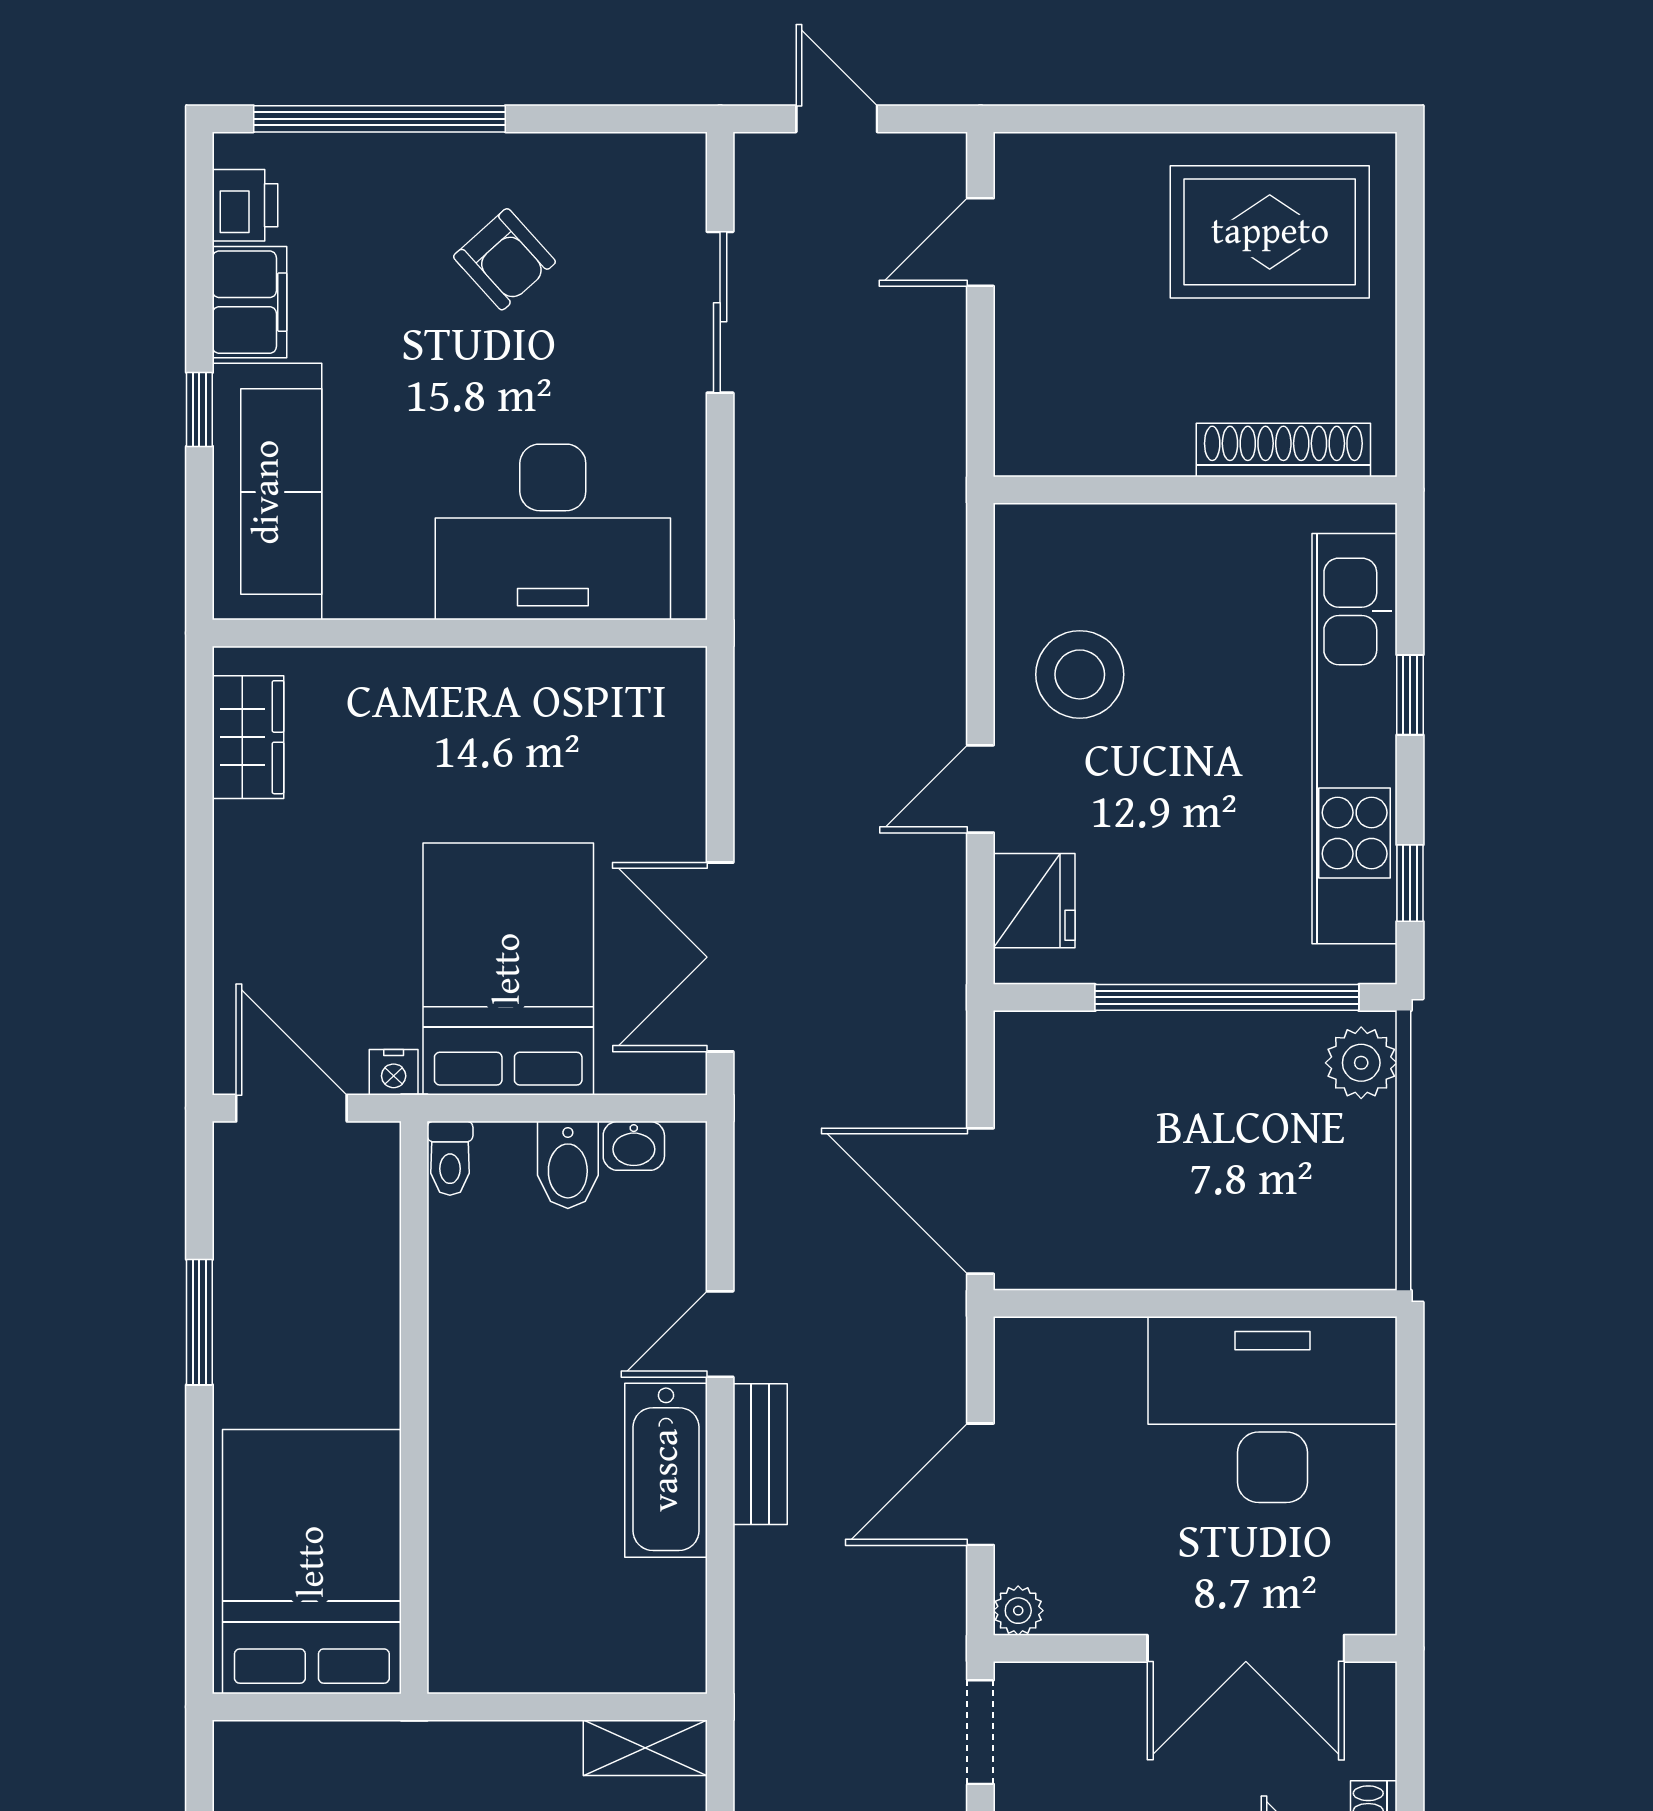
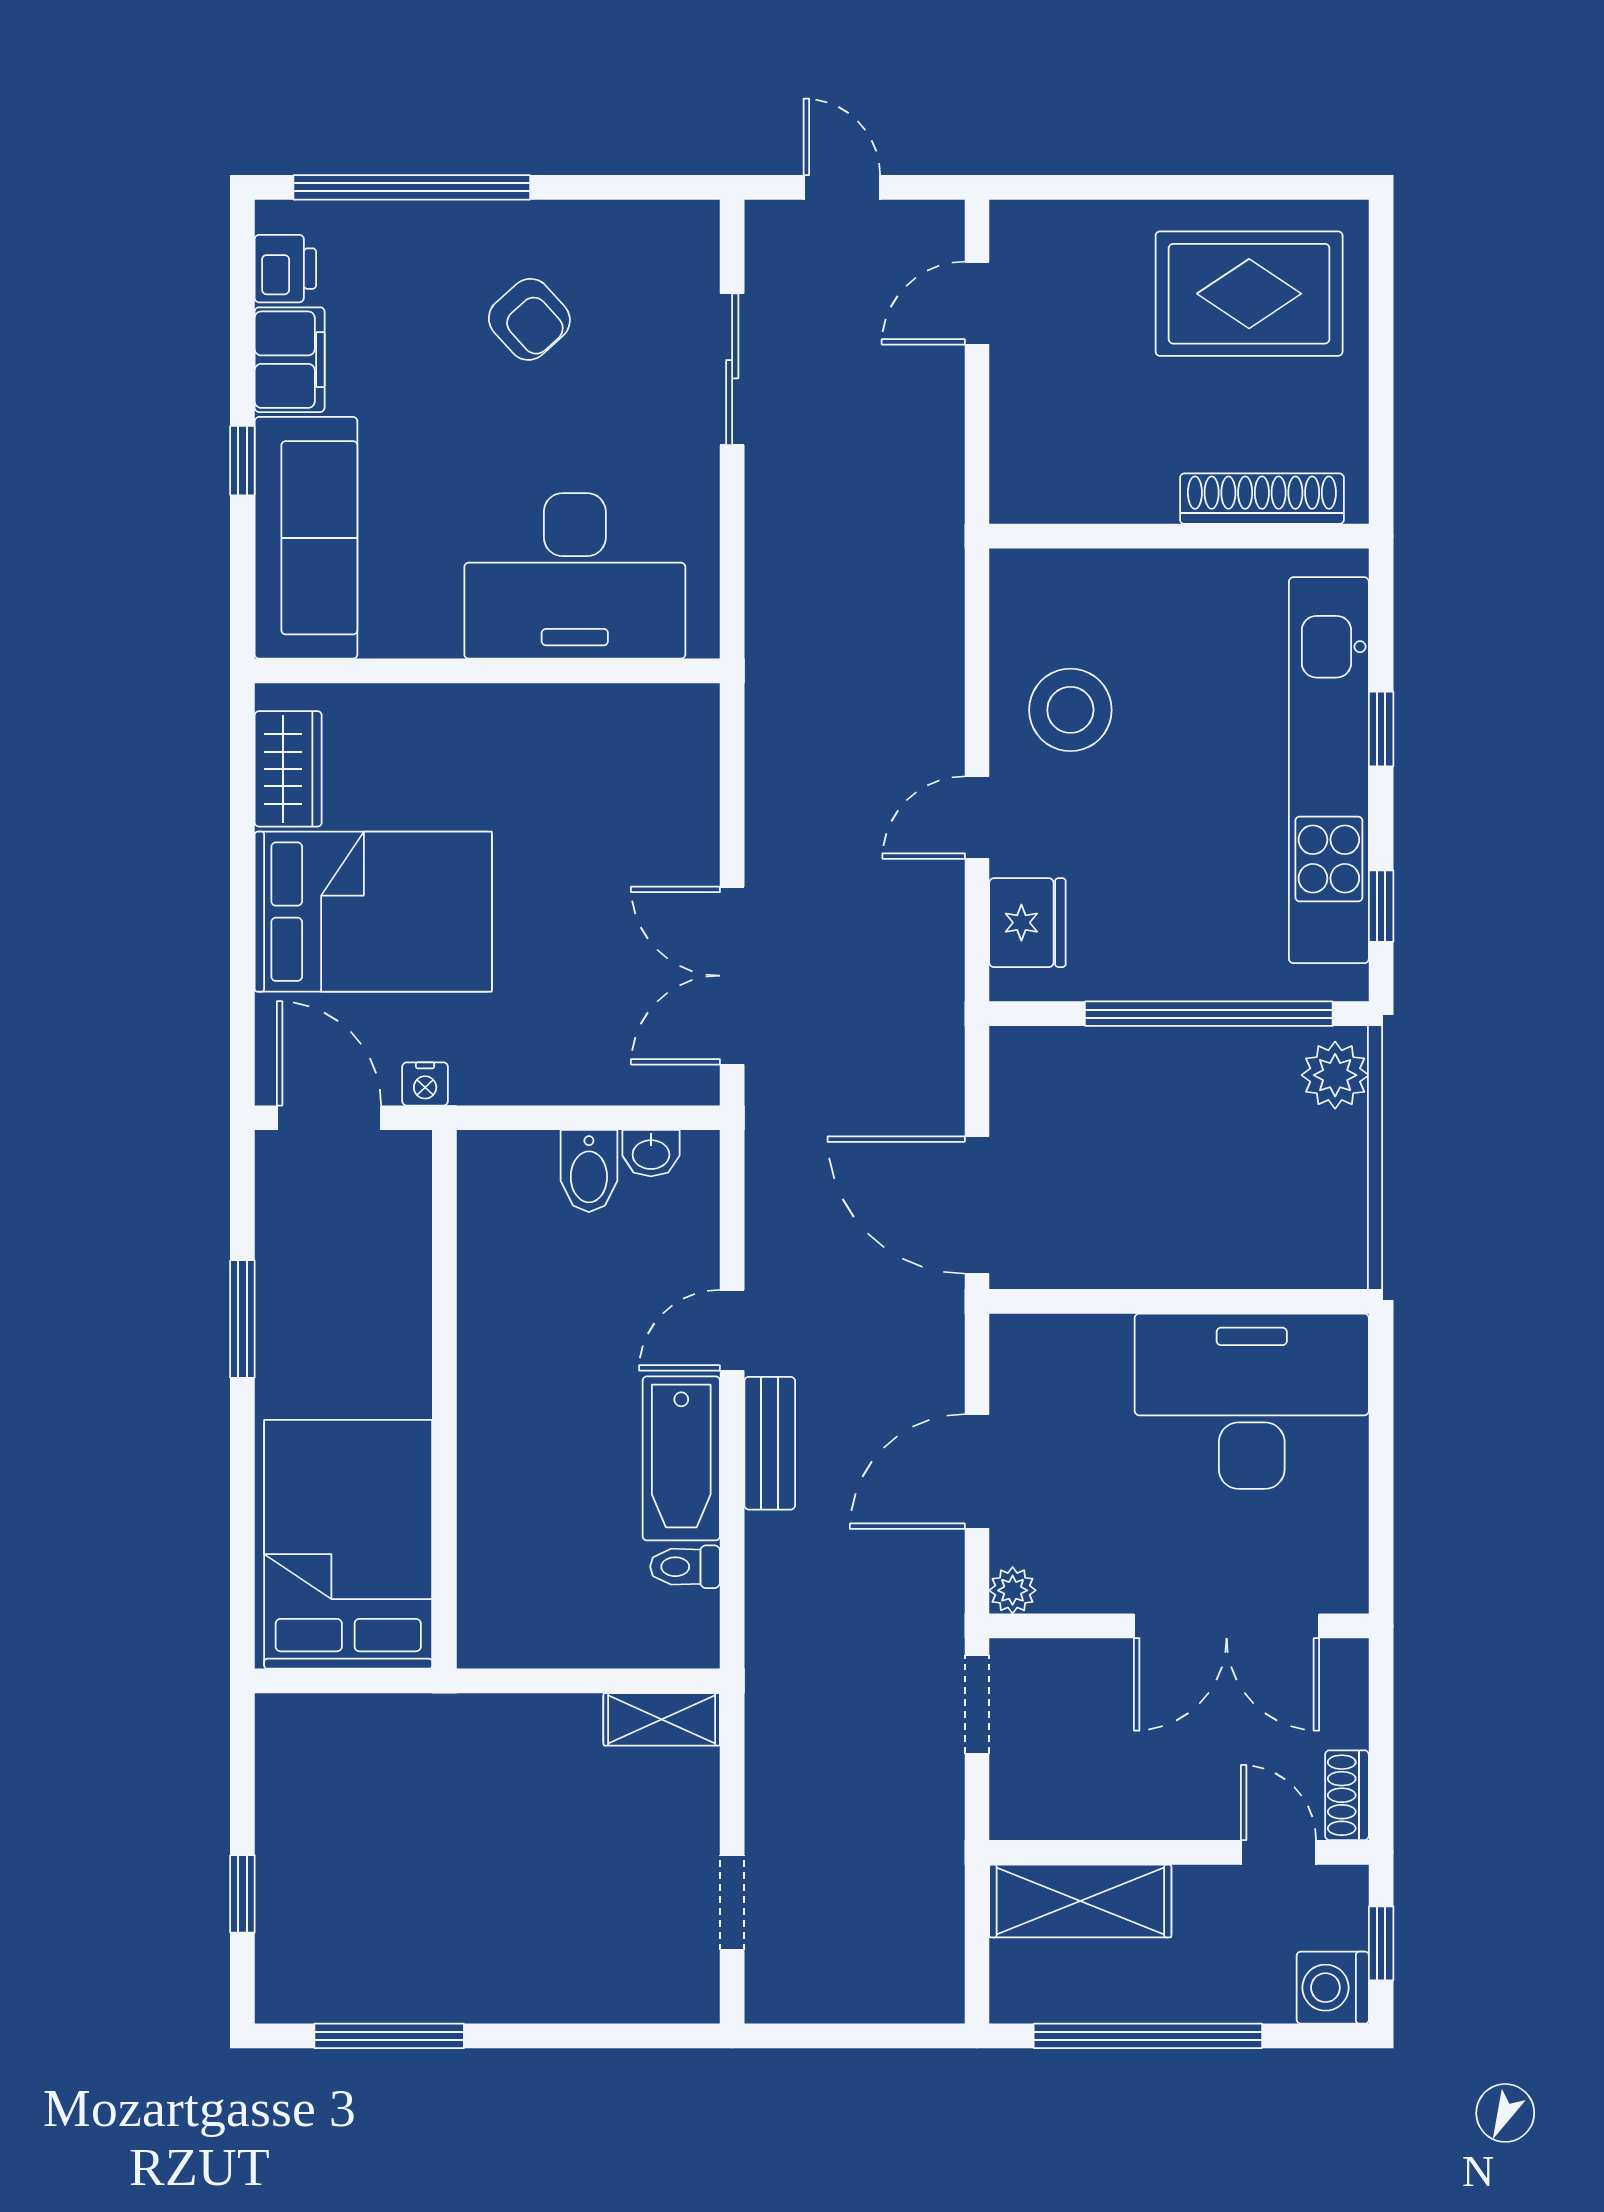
bed: (508, 969) -> (373, 912), moved, turned 90
toilet: (450, 1158) -> (685, 1567), moved, turned 90

